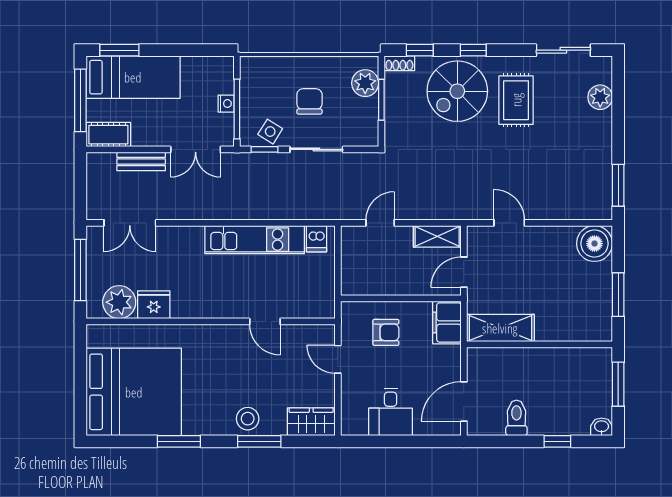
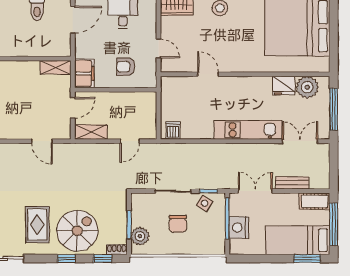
nightstand: (226, 104) -> (239, 227), width x1.89, depth x1.79
kitchen unit: (255, 240) -> (248, 130), moved
shelving: (500, 328) -> (56, 67), width x0.67, depth x0.75

